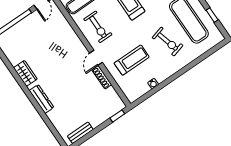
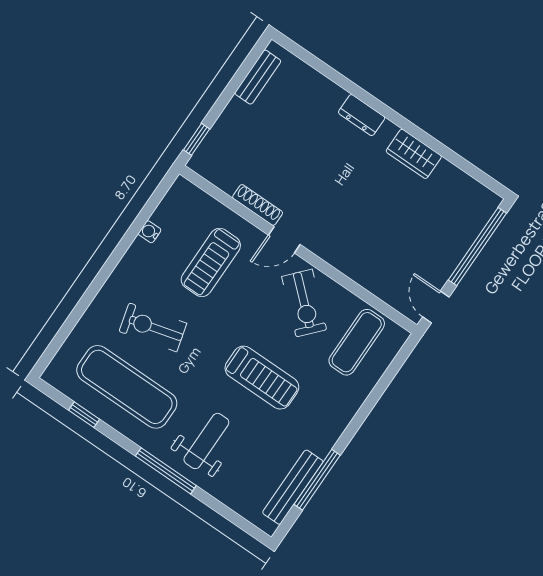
exercise bike: (98, 27) -> (304, 303), turned -138
door: (96, 58) -> (284, 240), swing flipped
dresser: (42, 99) -> (362, 115), width x0.70

